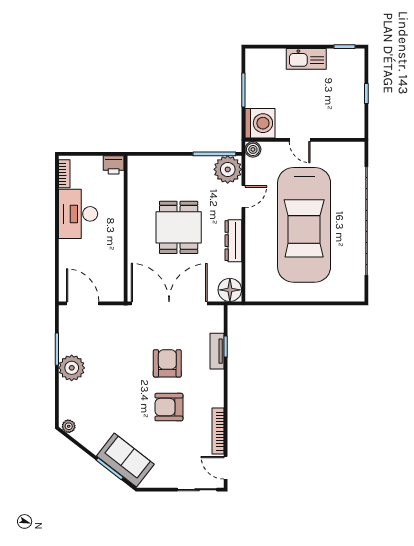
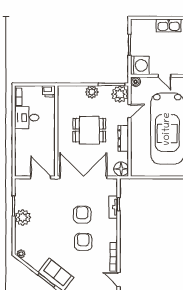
plant: (183, 166) -> (92, 92), added
desk: (78, 214) -> (27, 118), width x0.73
dining table: (179, 227) -> (89, 130), turned 90
door: (83, 303) -> (41, 177), moved
armchair: (169, 407) -> (83, 242), turned 90

